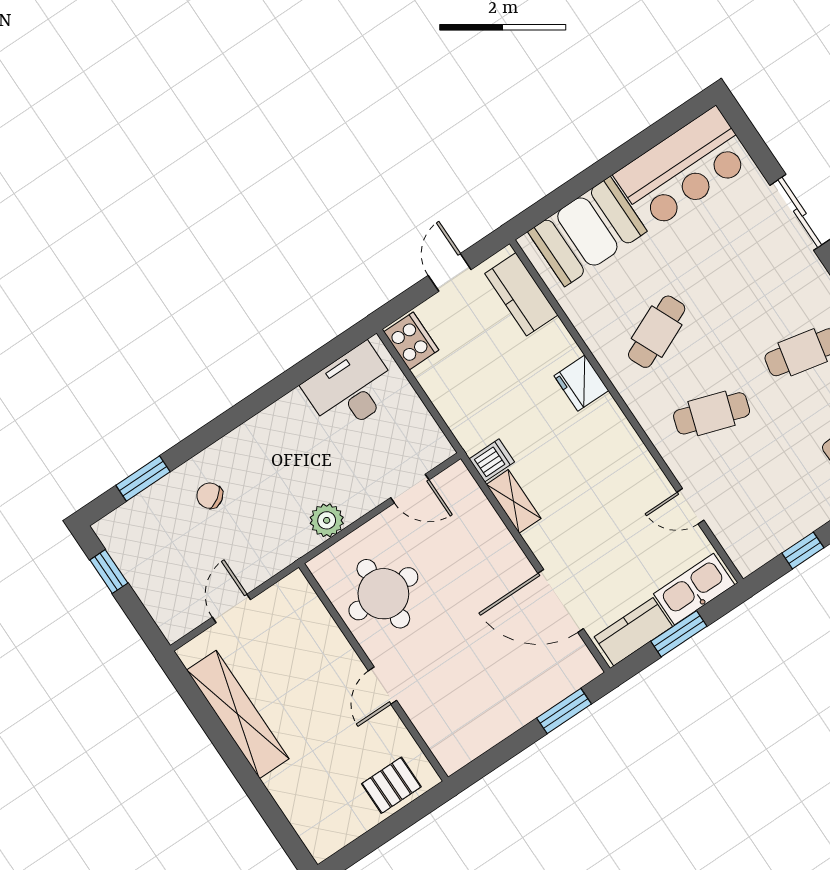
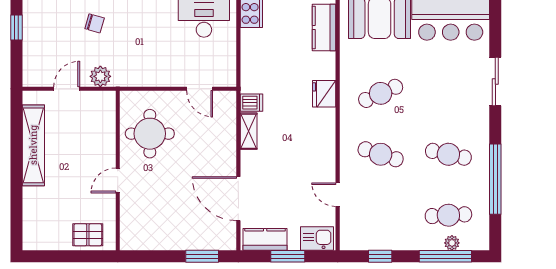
chair: (210, 496) -> (95, 23), turned 140
plant: (327, 520) -> (100, 76), moved
kitchen sink: (694, 589) -> (317, 239), width x0.73

